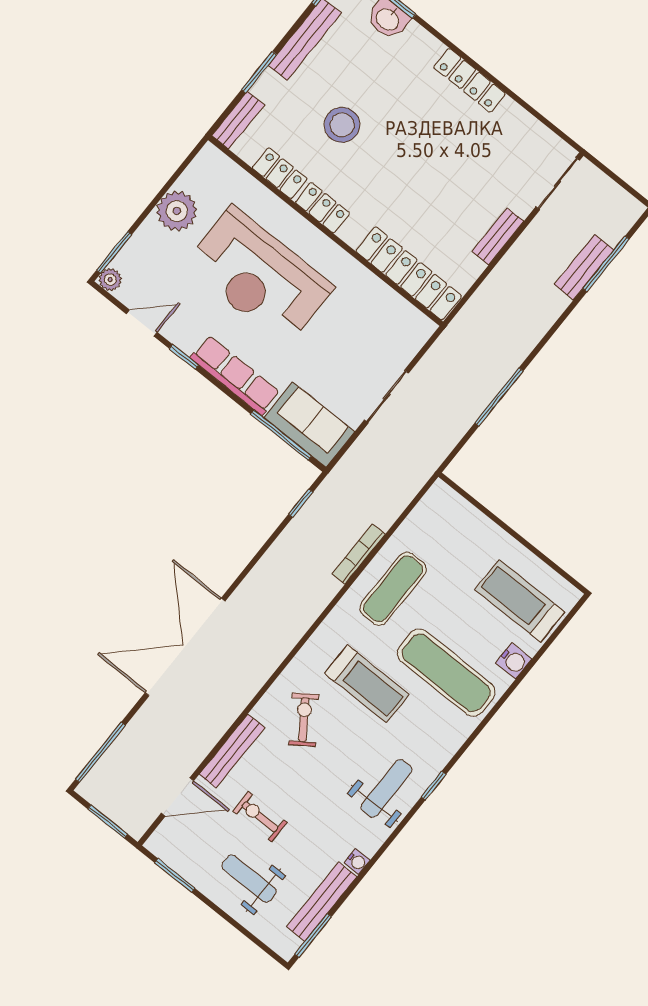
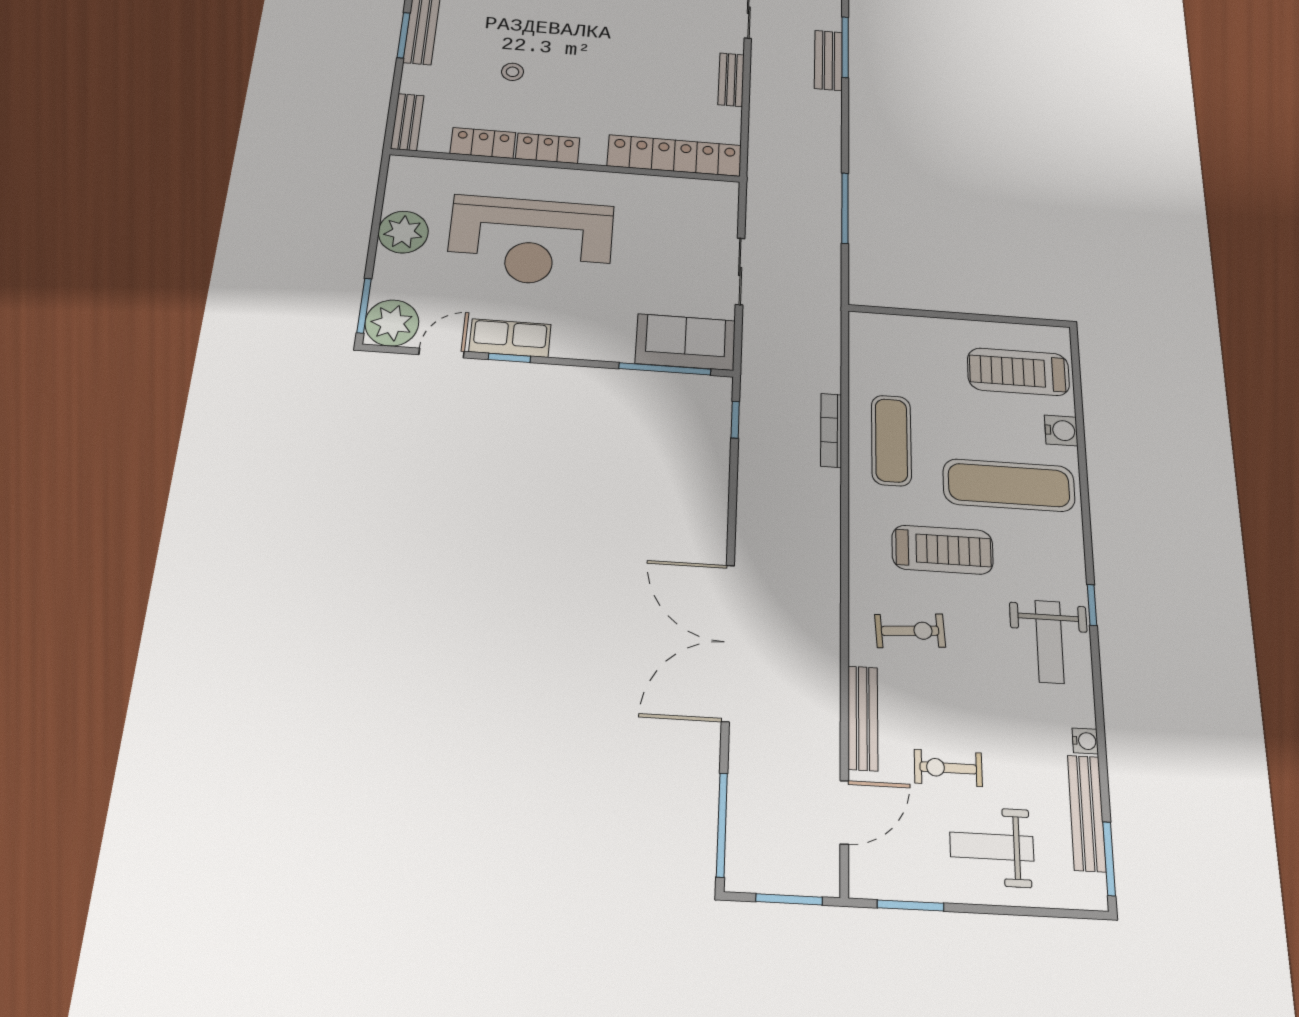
window: (259, 72) -> (403, 35), moved
stool: (342, 125) -> (513, 72), width x0.53, depth x0.53
plant: (110, 280) -> (392, 323), width x1.88, depth x1.88
row of seats: (235, 375) -> (510, 338), moved, width x0.68
exercise bike: (304, 720) -> (910, 631), turned 121
weight bench: (386, 788) -> (1050, 642), turned 180

